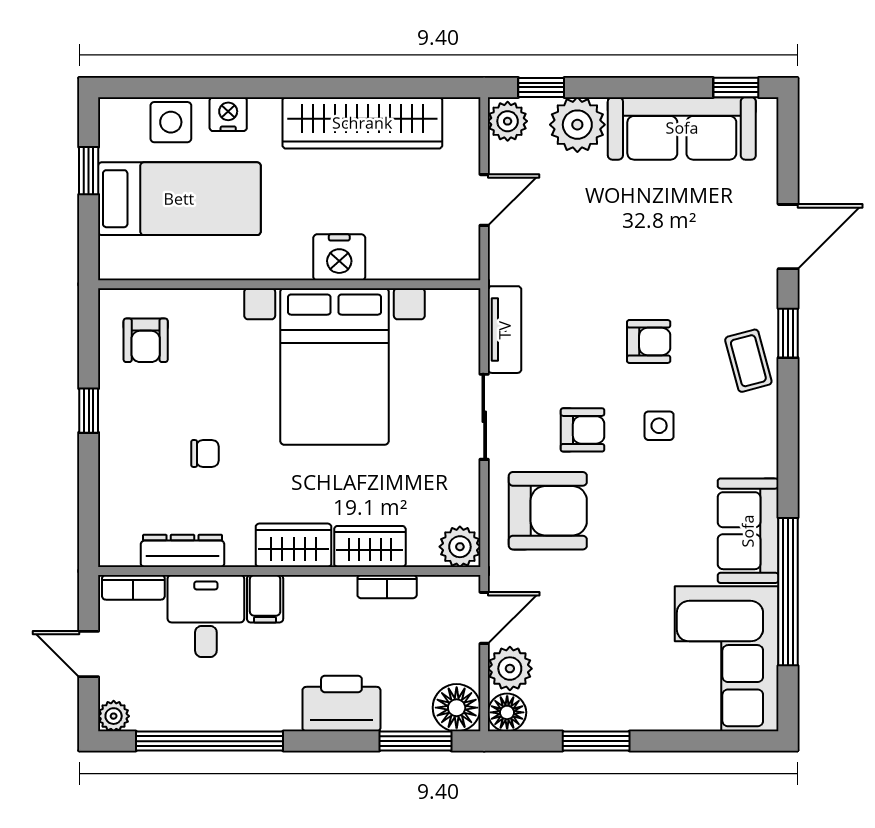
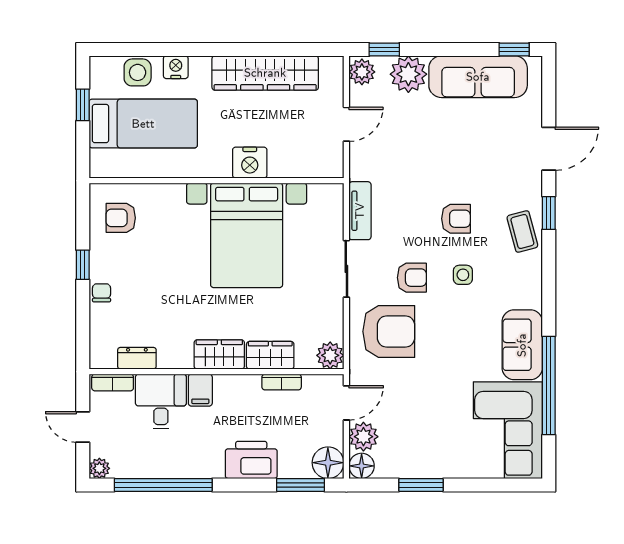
armchair: (146, 340) -> (121, 218), turned 90
chair: (205, 453) -> (102, 293), moved, turned -90
dresser: (183, 551) -> (137, 358), width x0.70

